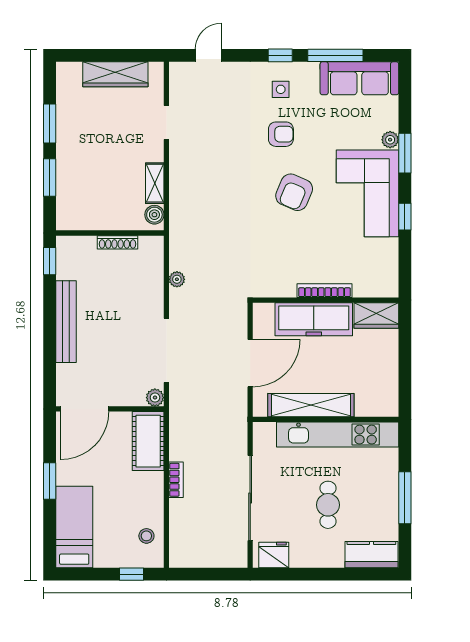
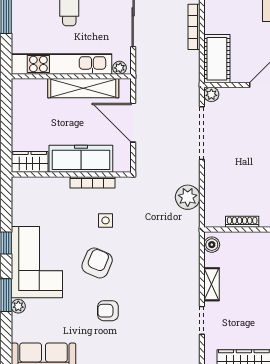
side table: (281, 89) -> (106, 220), moved
shelving: (155, 183) -> (212, 284), moved
plant: (177, 279) -> (188, 197), width x1.88, depth x1.88
bookcase: (325, 291) -> (93, 182), moved
door: (250, 363) -> (133, 123), hinge flipped
plant: (267, 430) -> (120, 68), added
bookcase: (176, 480) -> (194, 27), width x1.56

